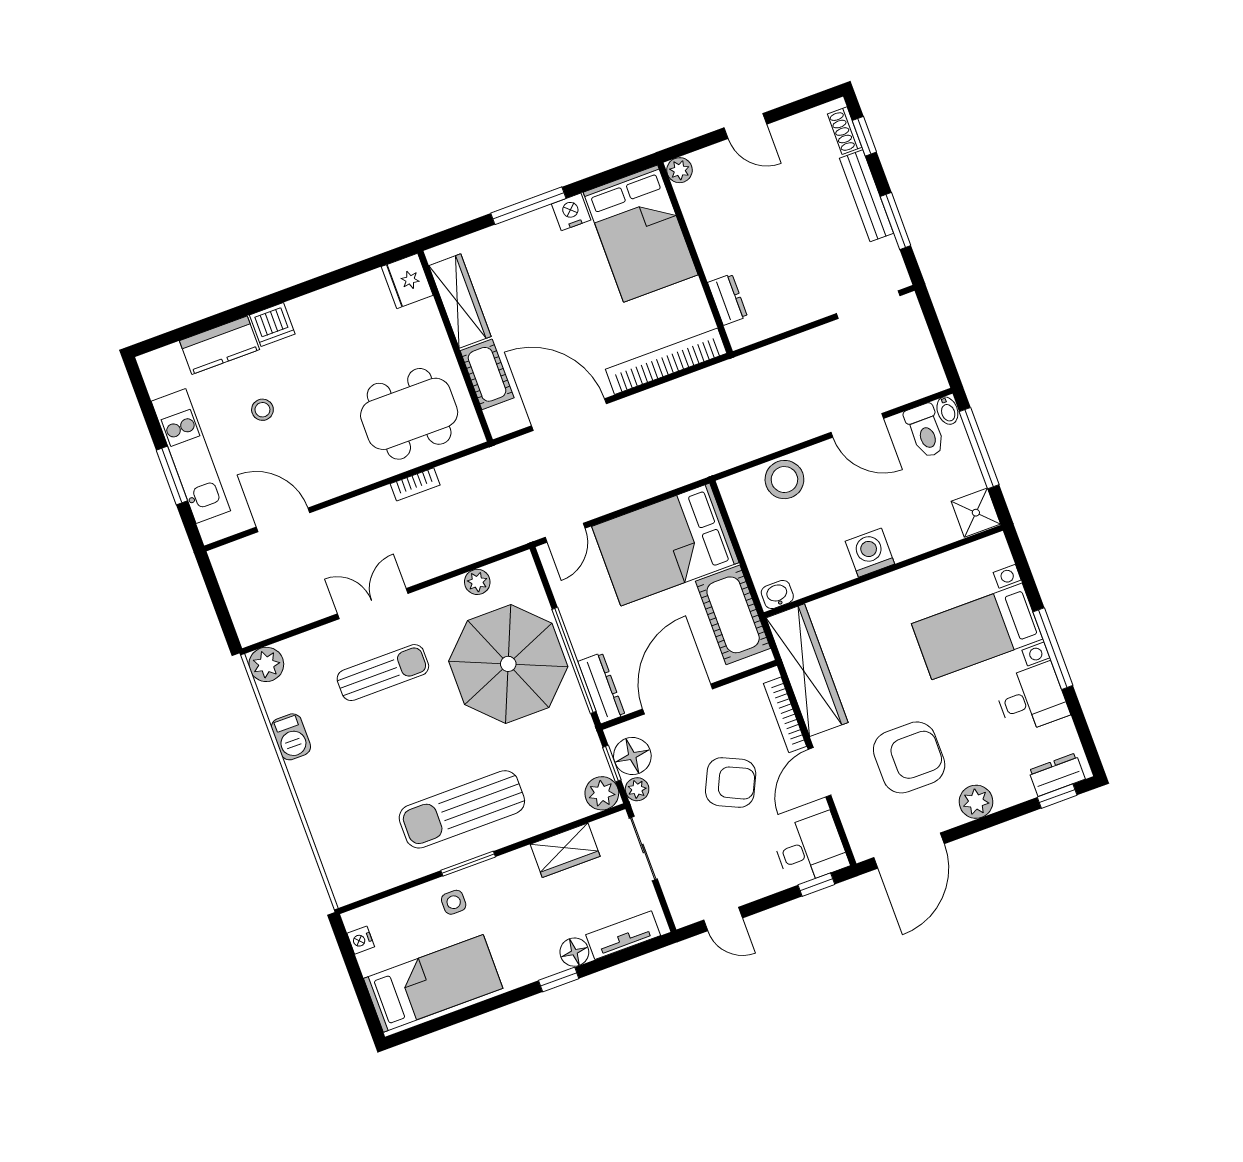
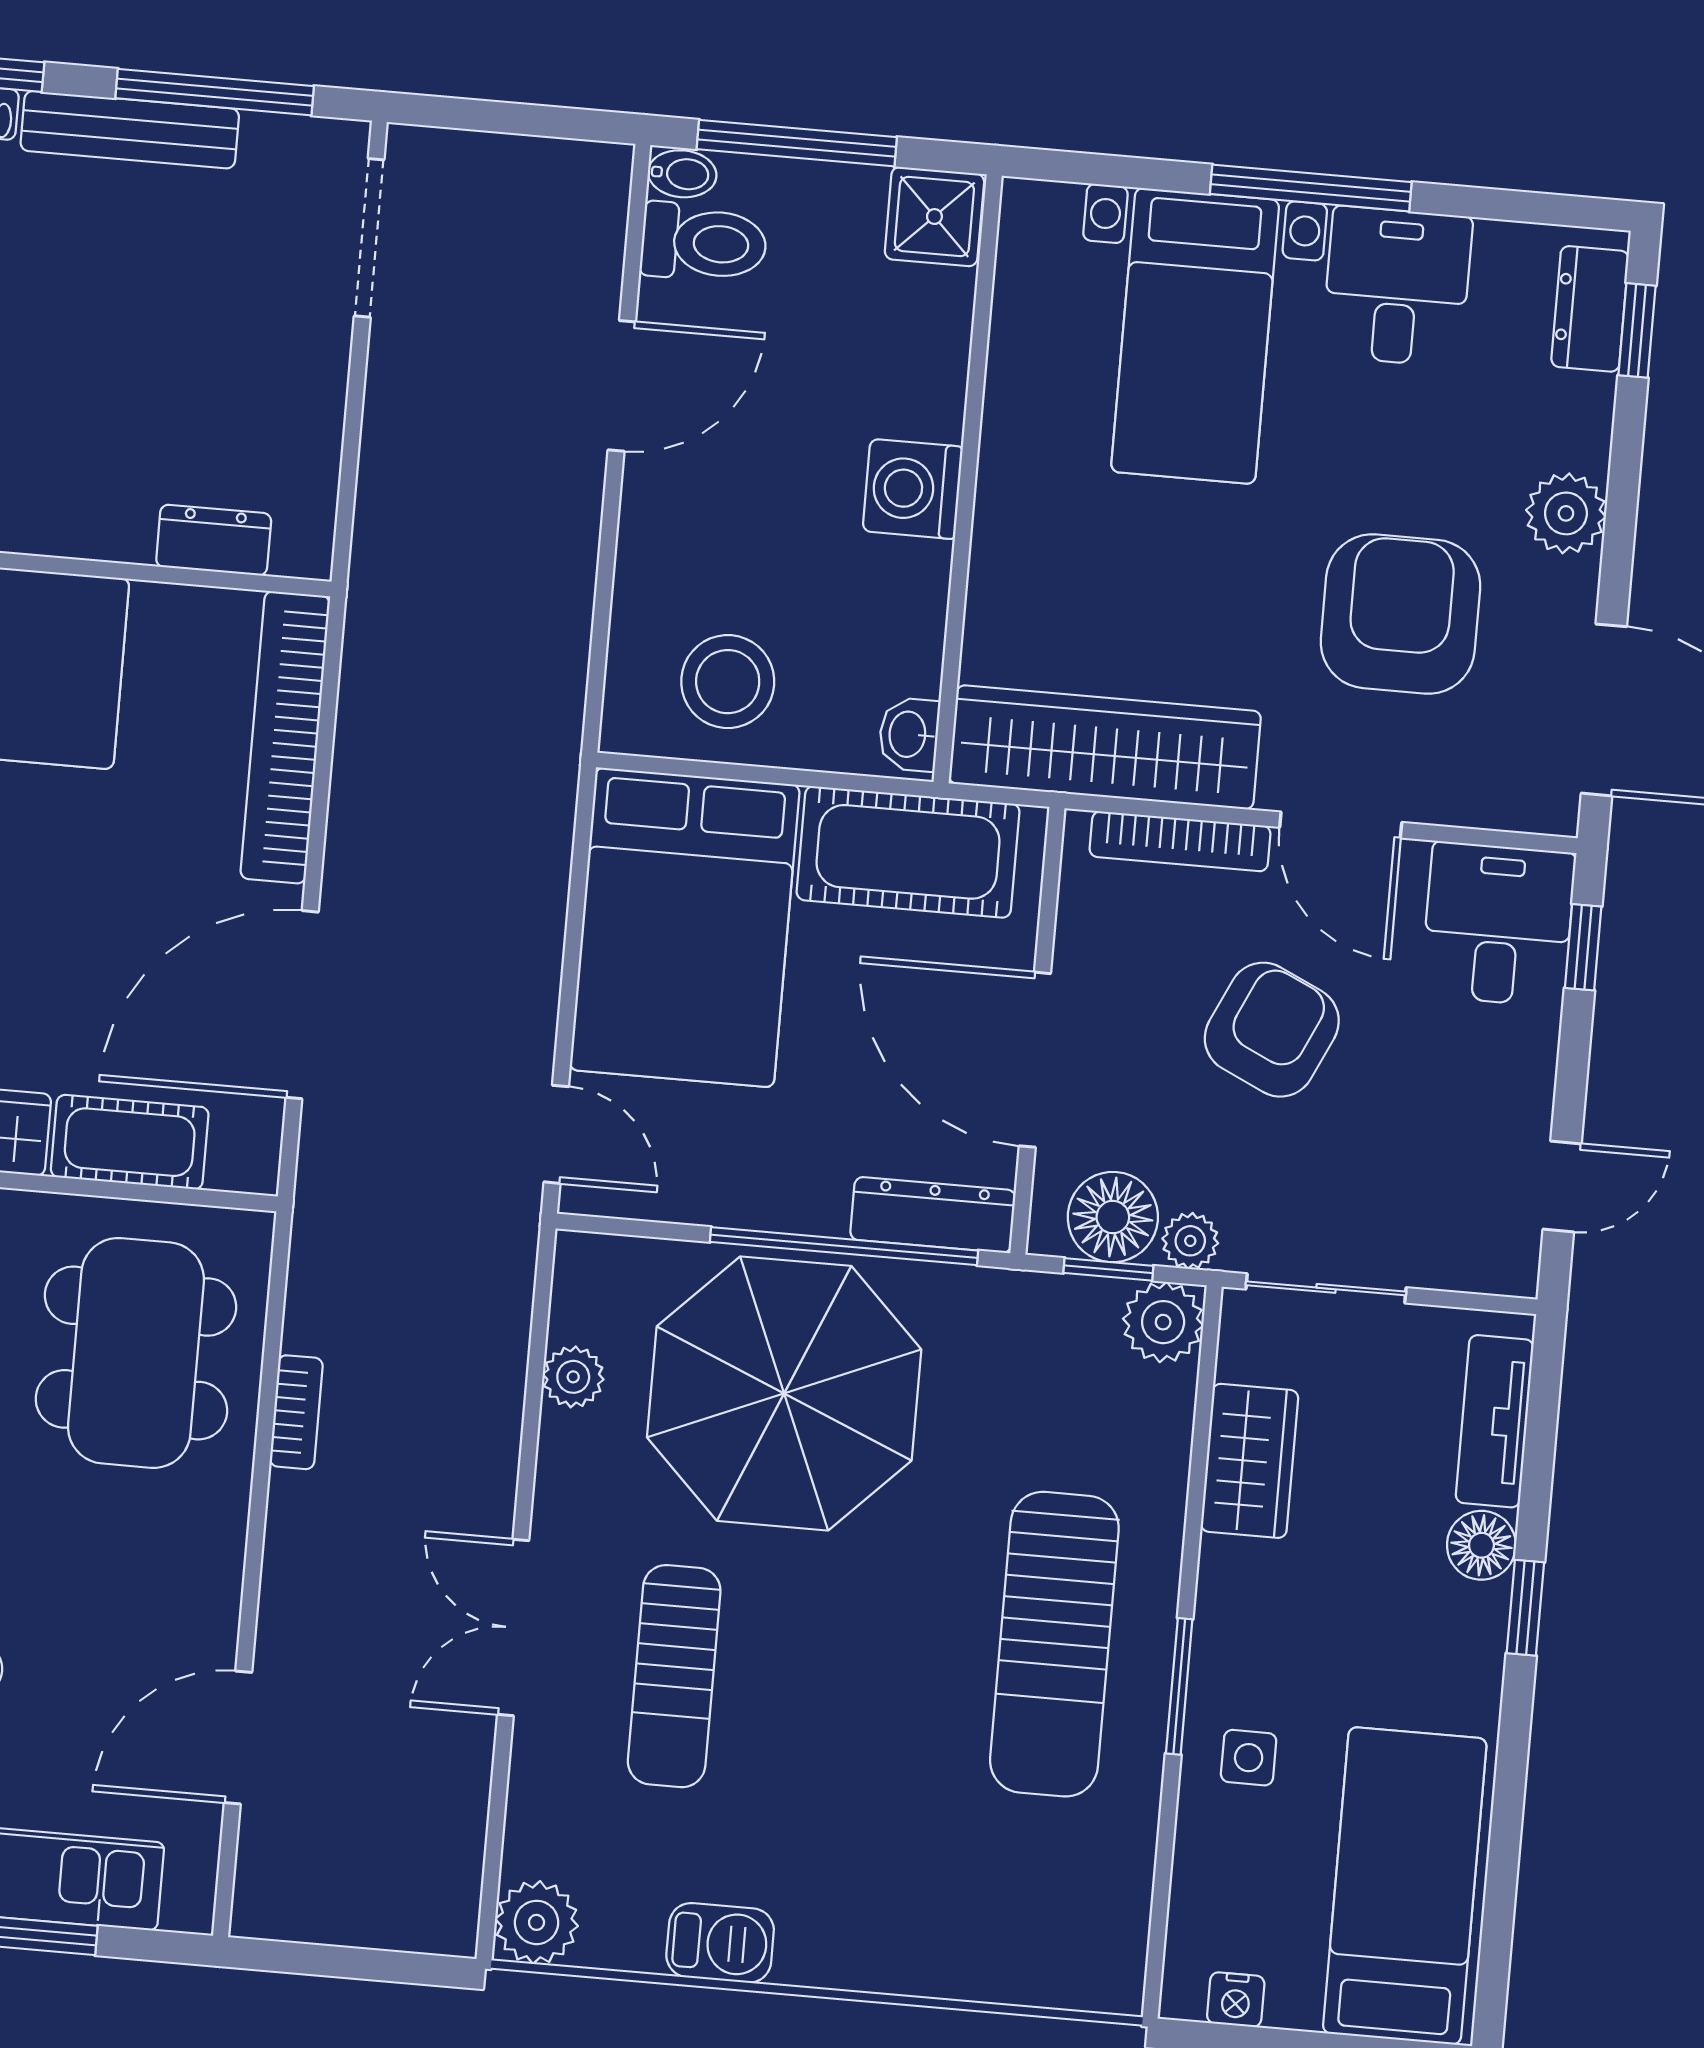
window: (896, 221) -> (215, 92), width x1.44
stool: (784, 480) -> (728, 682), moved
sun lounger: (383, 673) -> (674, 1676), turned 180

